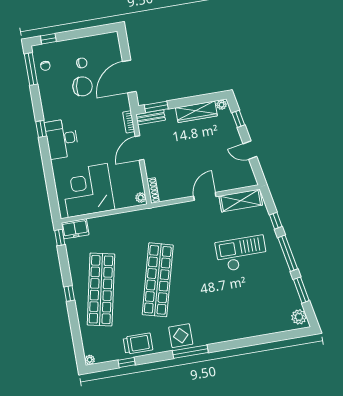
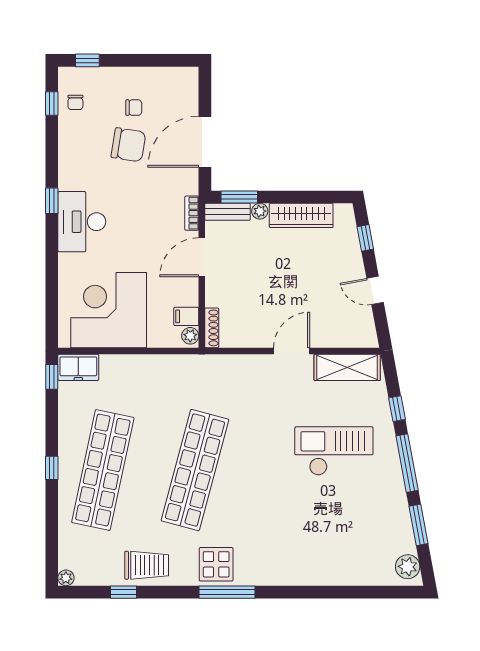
window: (31, 69) -> (52, 104), width x0.46
plant: (221, 105) -> (260, 211), moved
filing cabinet: (136, 186) -> (186, 316), added

